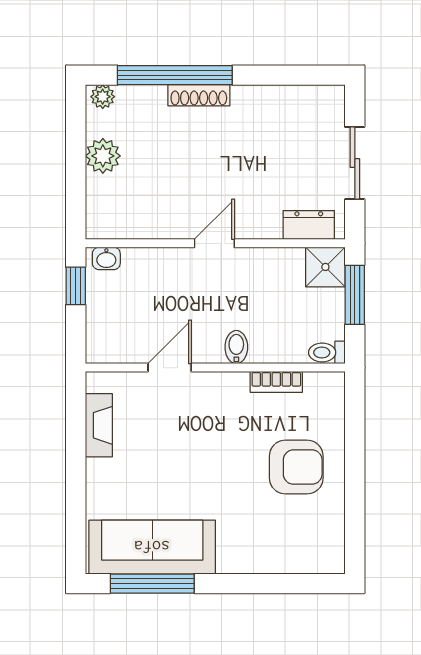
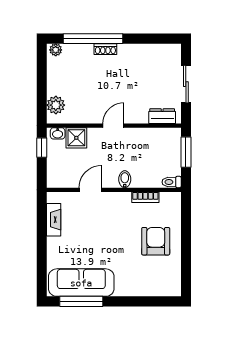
shoe rack: (199, 95) -> (105, 49), width x0.70
plant: (103, 156) -> (56, 105), moved
shower: (325, 267) -> (76, 138), moved
armchair: (296, 467) -> (156, 241), turned -90

